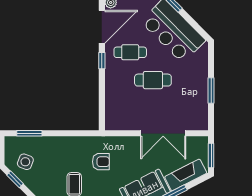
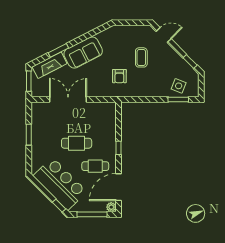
window: (102, 61) -> (119, 148), moved
side table: (25, 162) -> (179, 86), moved
armchair: (101, 162) -> (119, 76), turned -90

